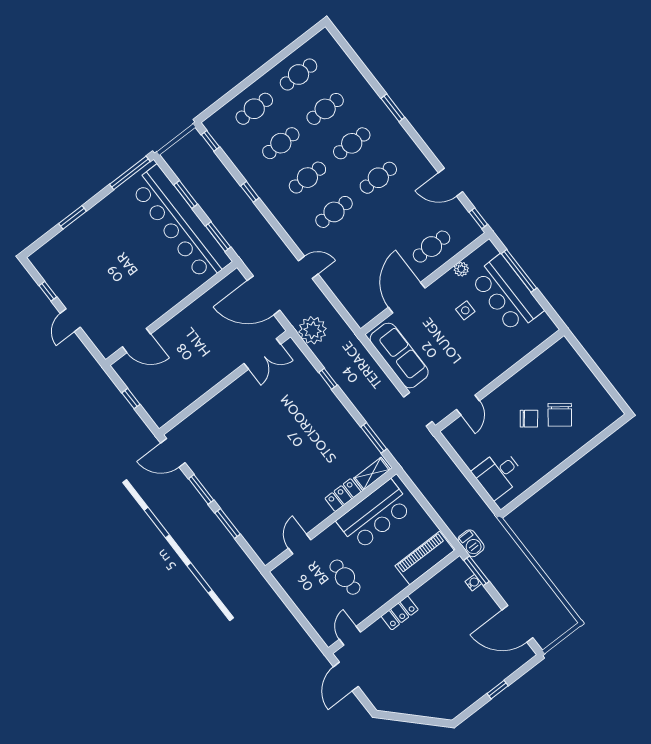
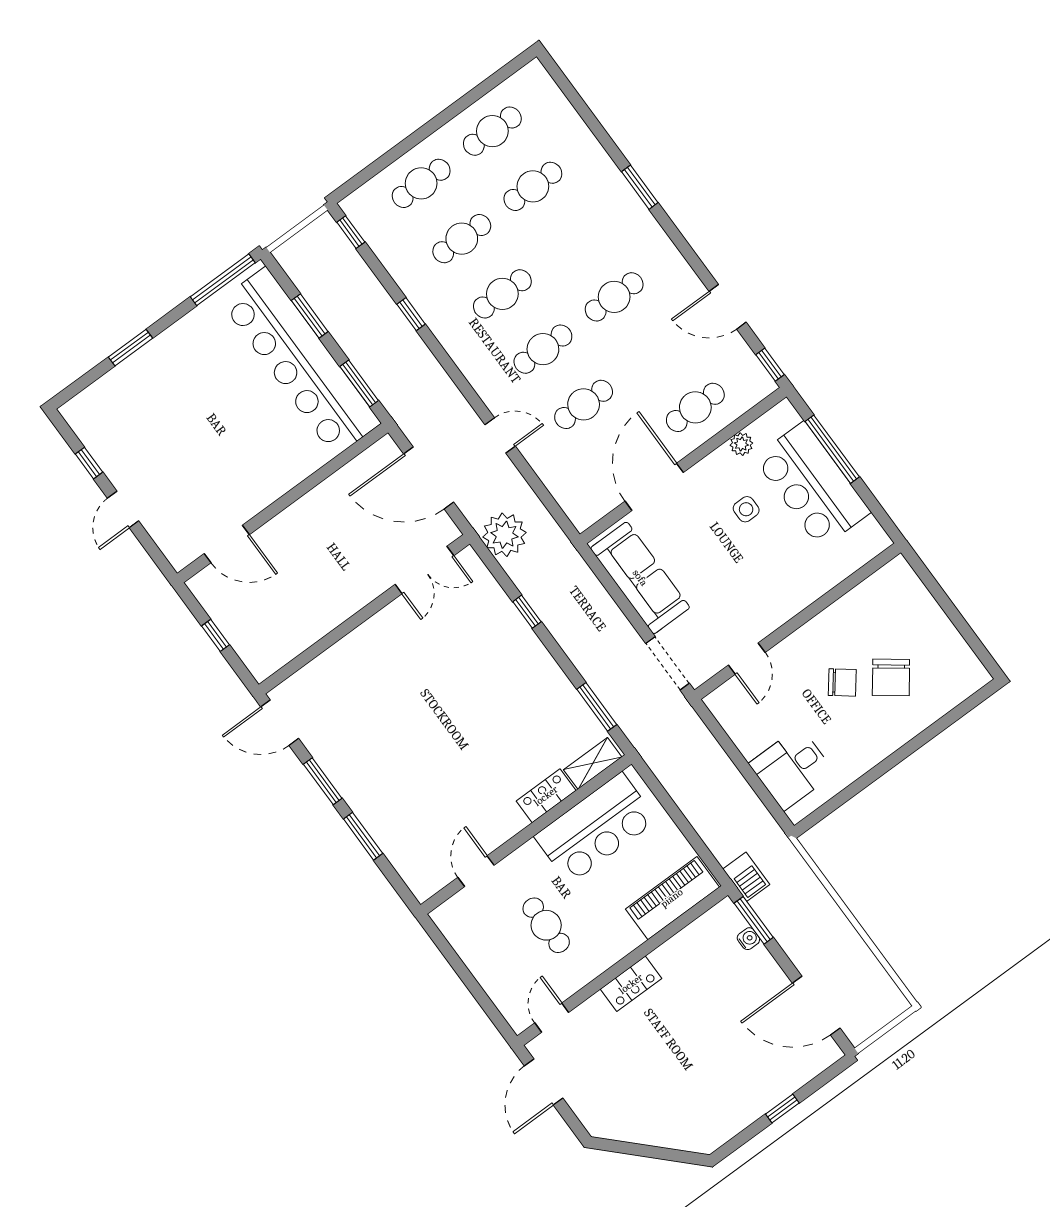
cafe table: (352, 143) -> (584, 404), moved

